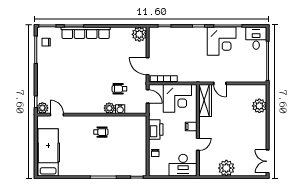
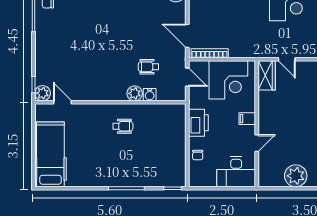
wardrobe: (205, 100) -> (267, 75), width x0.67

